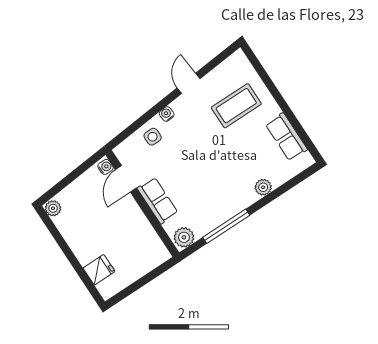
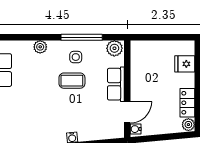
coffee table: (236, 106) -> (72, 81), moved, width x0.73, depth x0.77
side table: (153, 137) -> (76, 57), moved
locker: (69, 231) -> (187, 103), added

